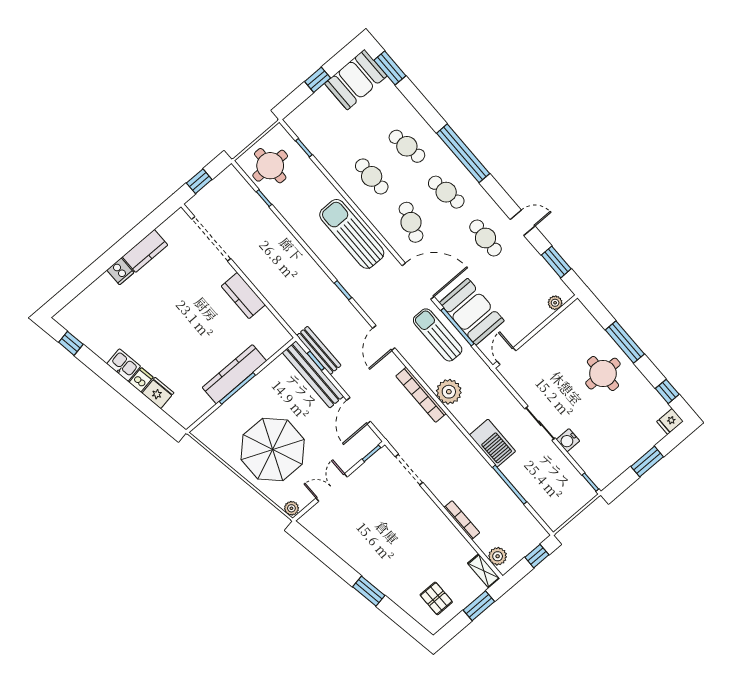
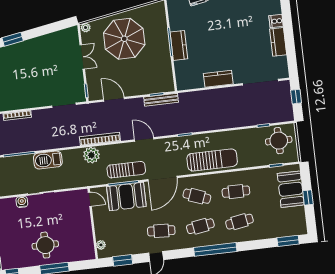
booth: (356, 80) -> (291, 189), moved
kitchen counter: (234, 374) -> (179, 45), width x0.67
bench: (313, 374) -> (150, 88), removed

